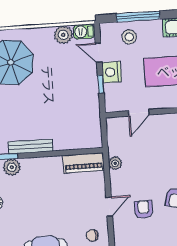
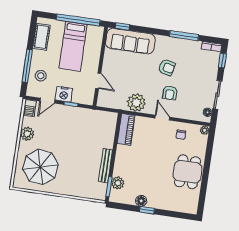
plant: (63, 35) -> (27, 134), moved
plant: (115, 163) -> (136, 103), width x1.87, depth x1.87
armchair: (144, 209) -> (170, 93), turned -90

